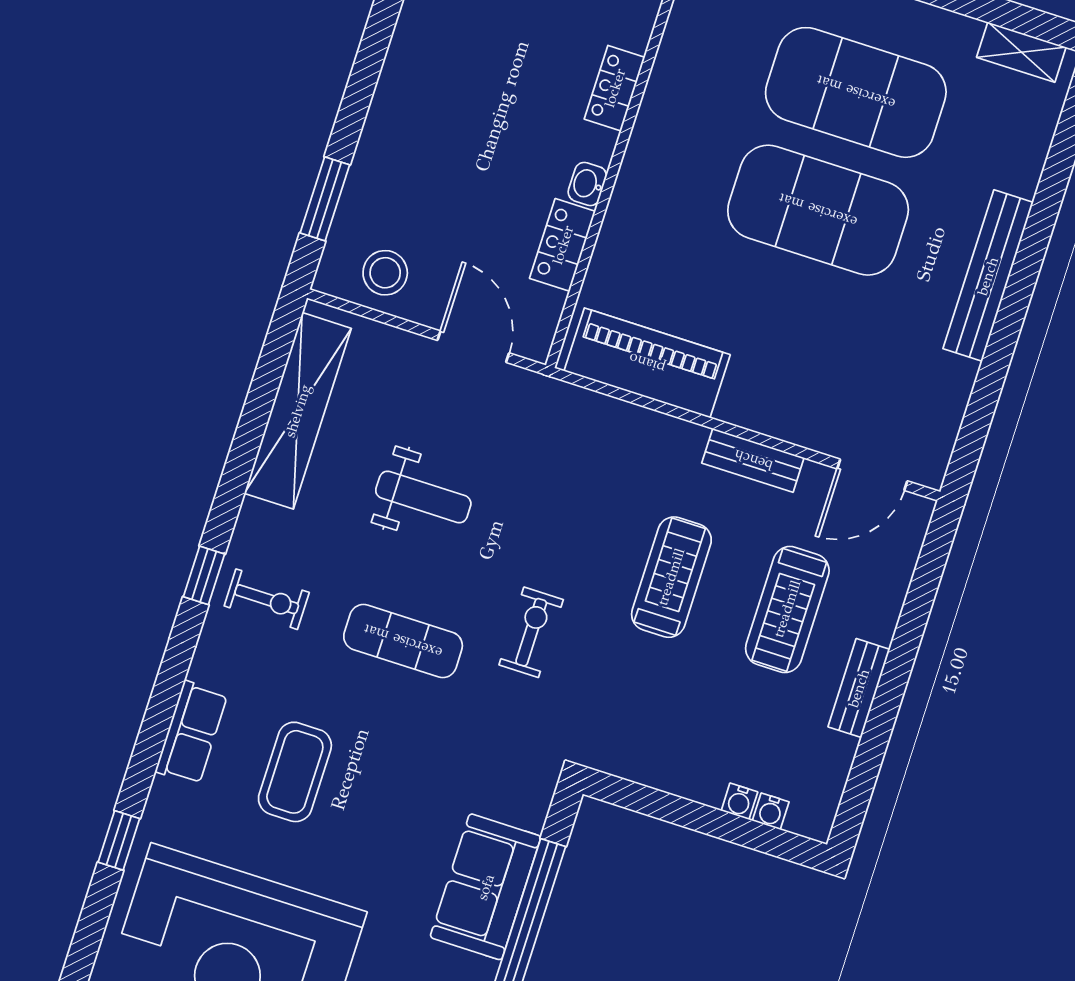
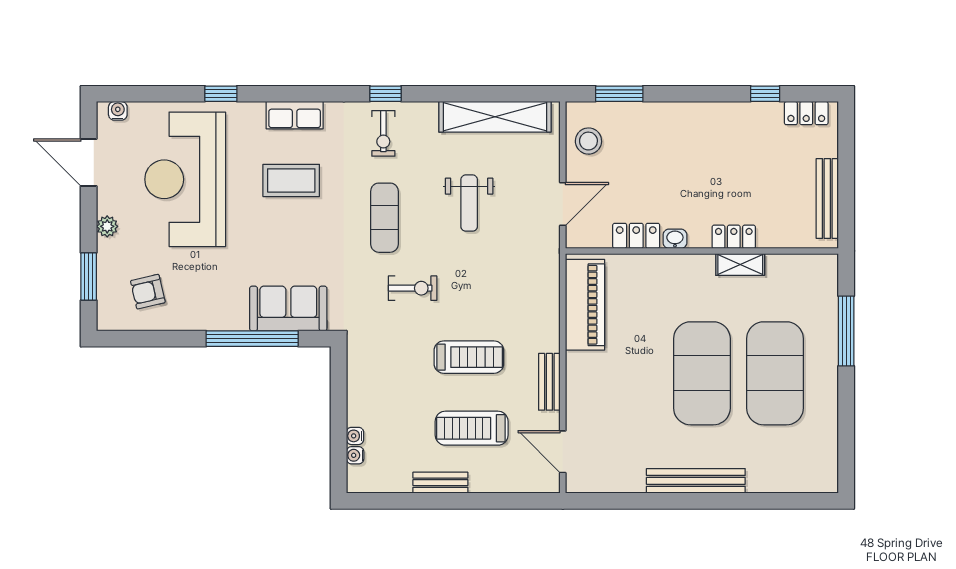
shelving: (1021, 52) -> (740, 264), moved, turned 90
sofa: (486, 887) -> (288, 308), moved

